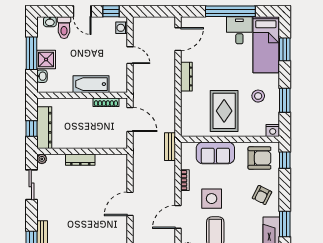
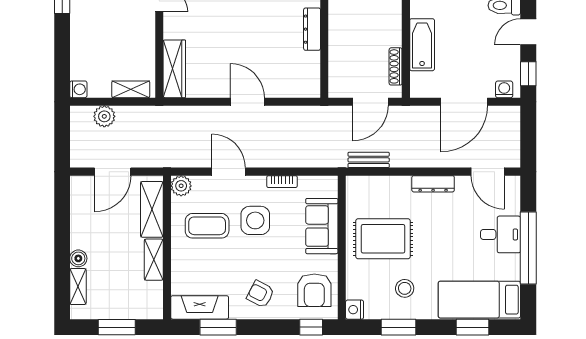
desk: (239, 30) -> (501, 234), moved
door: (130, 55) -> (464, 102), width x1.87
bench: (170, 147) -> (369, 160), moved

